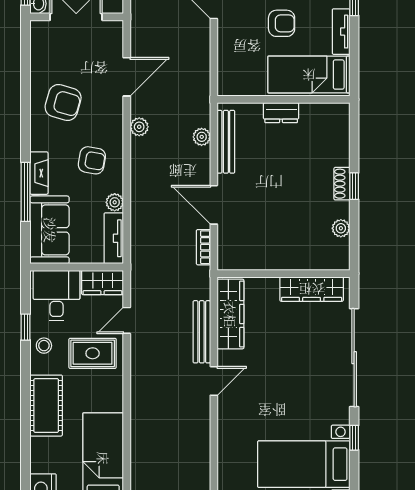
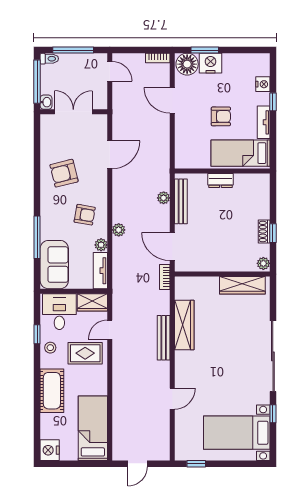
armchair: (63, 103) -> (64, 173), turned 150
plant: (139, 127) -> (119, 230), moved
fireplace: (39, 173) -> (47, 224), removed
wall: (283, 274) -> (222, 274), moved
wardrobe: (312, 289) -> (242, 285), moved
door: (214, 381) -> (172, 399), moved

